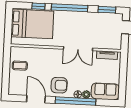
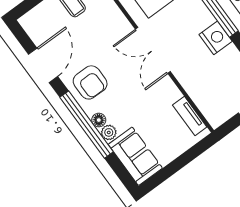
nightstand: (83, 18) -> (216, 38), added
double door: (78, 49) -> (153, 50), moved

